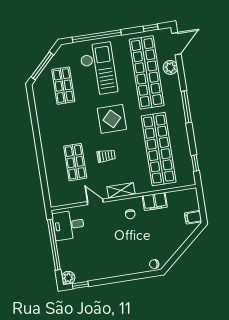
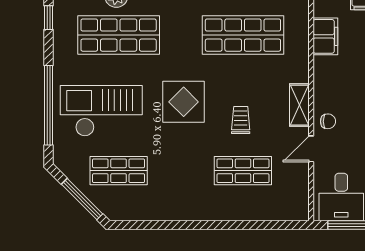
shop shelf: (147, 72) -> (119, 35), width x0.71
shop shelf: (159, 149) -> (243, 35), width x0.71
filing cabinet: (155, 202) -> (325, 36), moved
chair: (130, 214) -> (328, 121), moved

